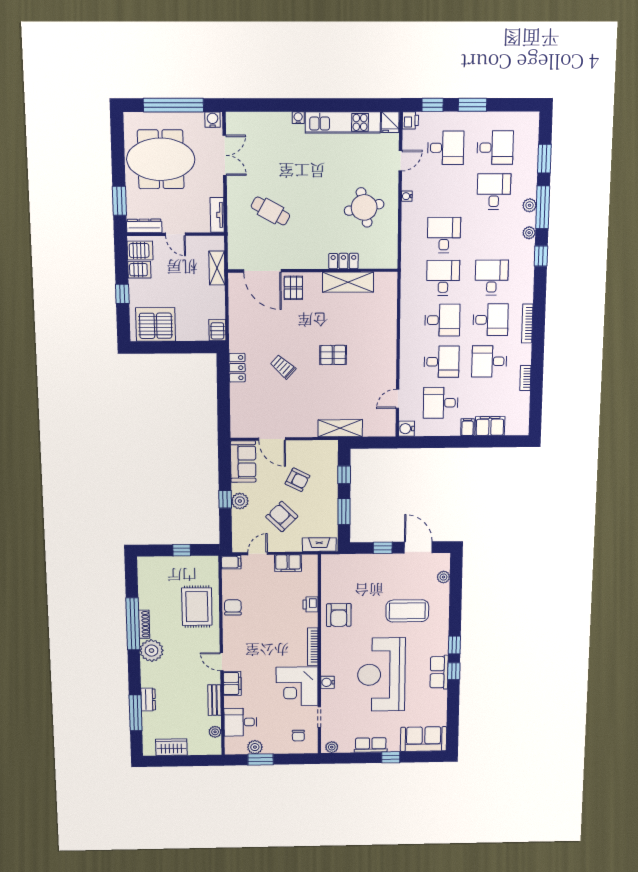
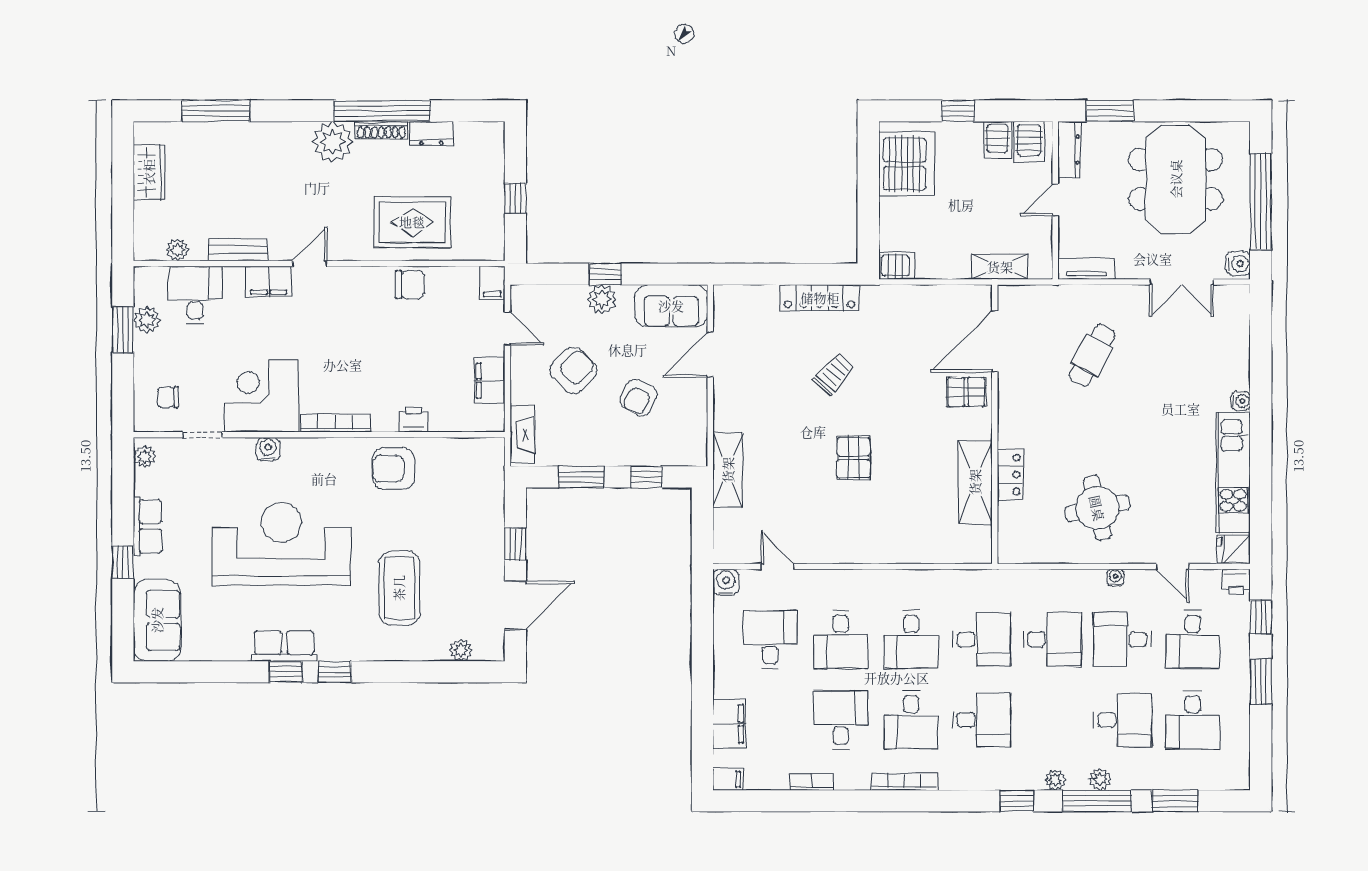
desk: (445, 192) -> (1122, 640), added
locker: (237, 368) -> (820, 298), width x1.53
filing cabinet: (467, 427) -> (728, 779), moved
dresser: (148, 700) -> (431, 134), moved

